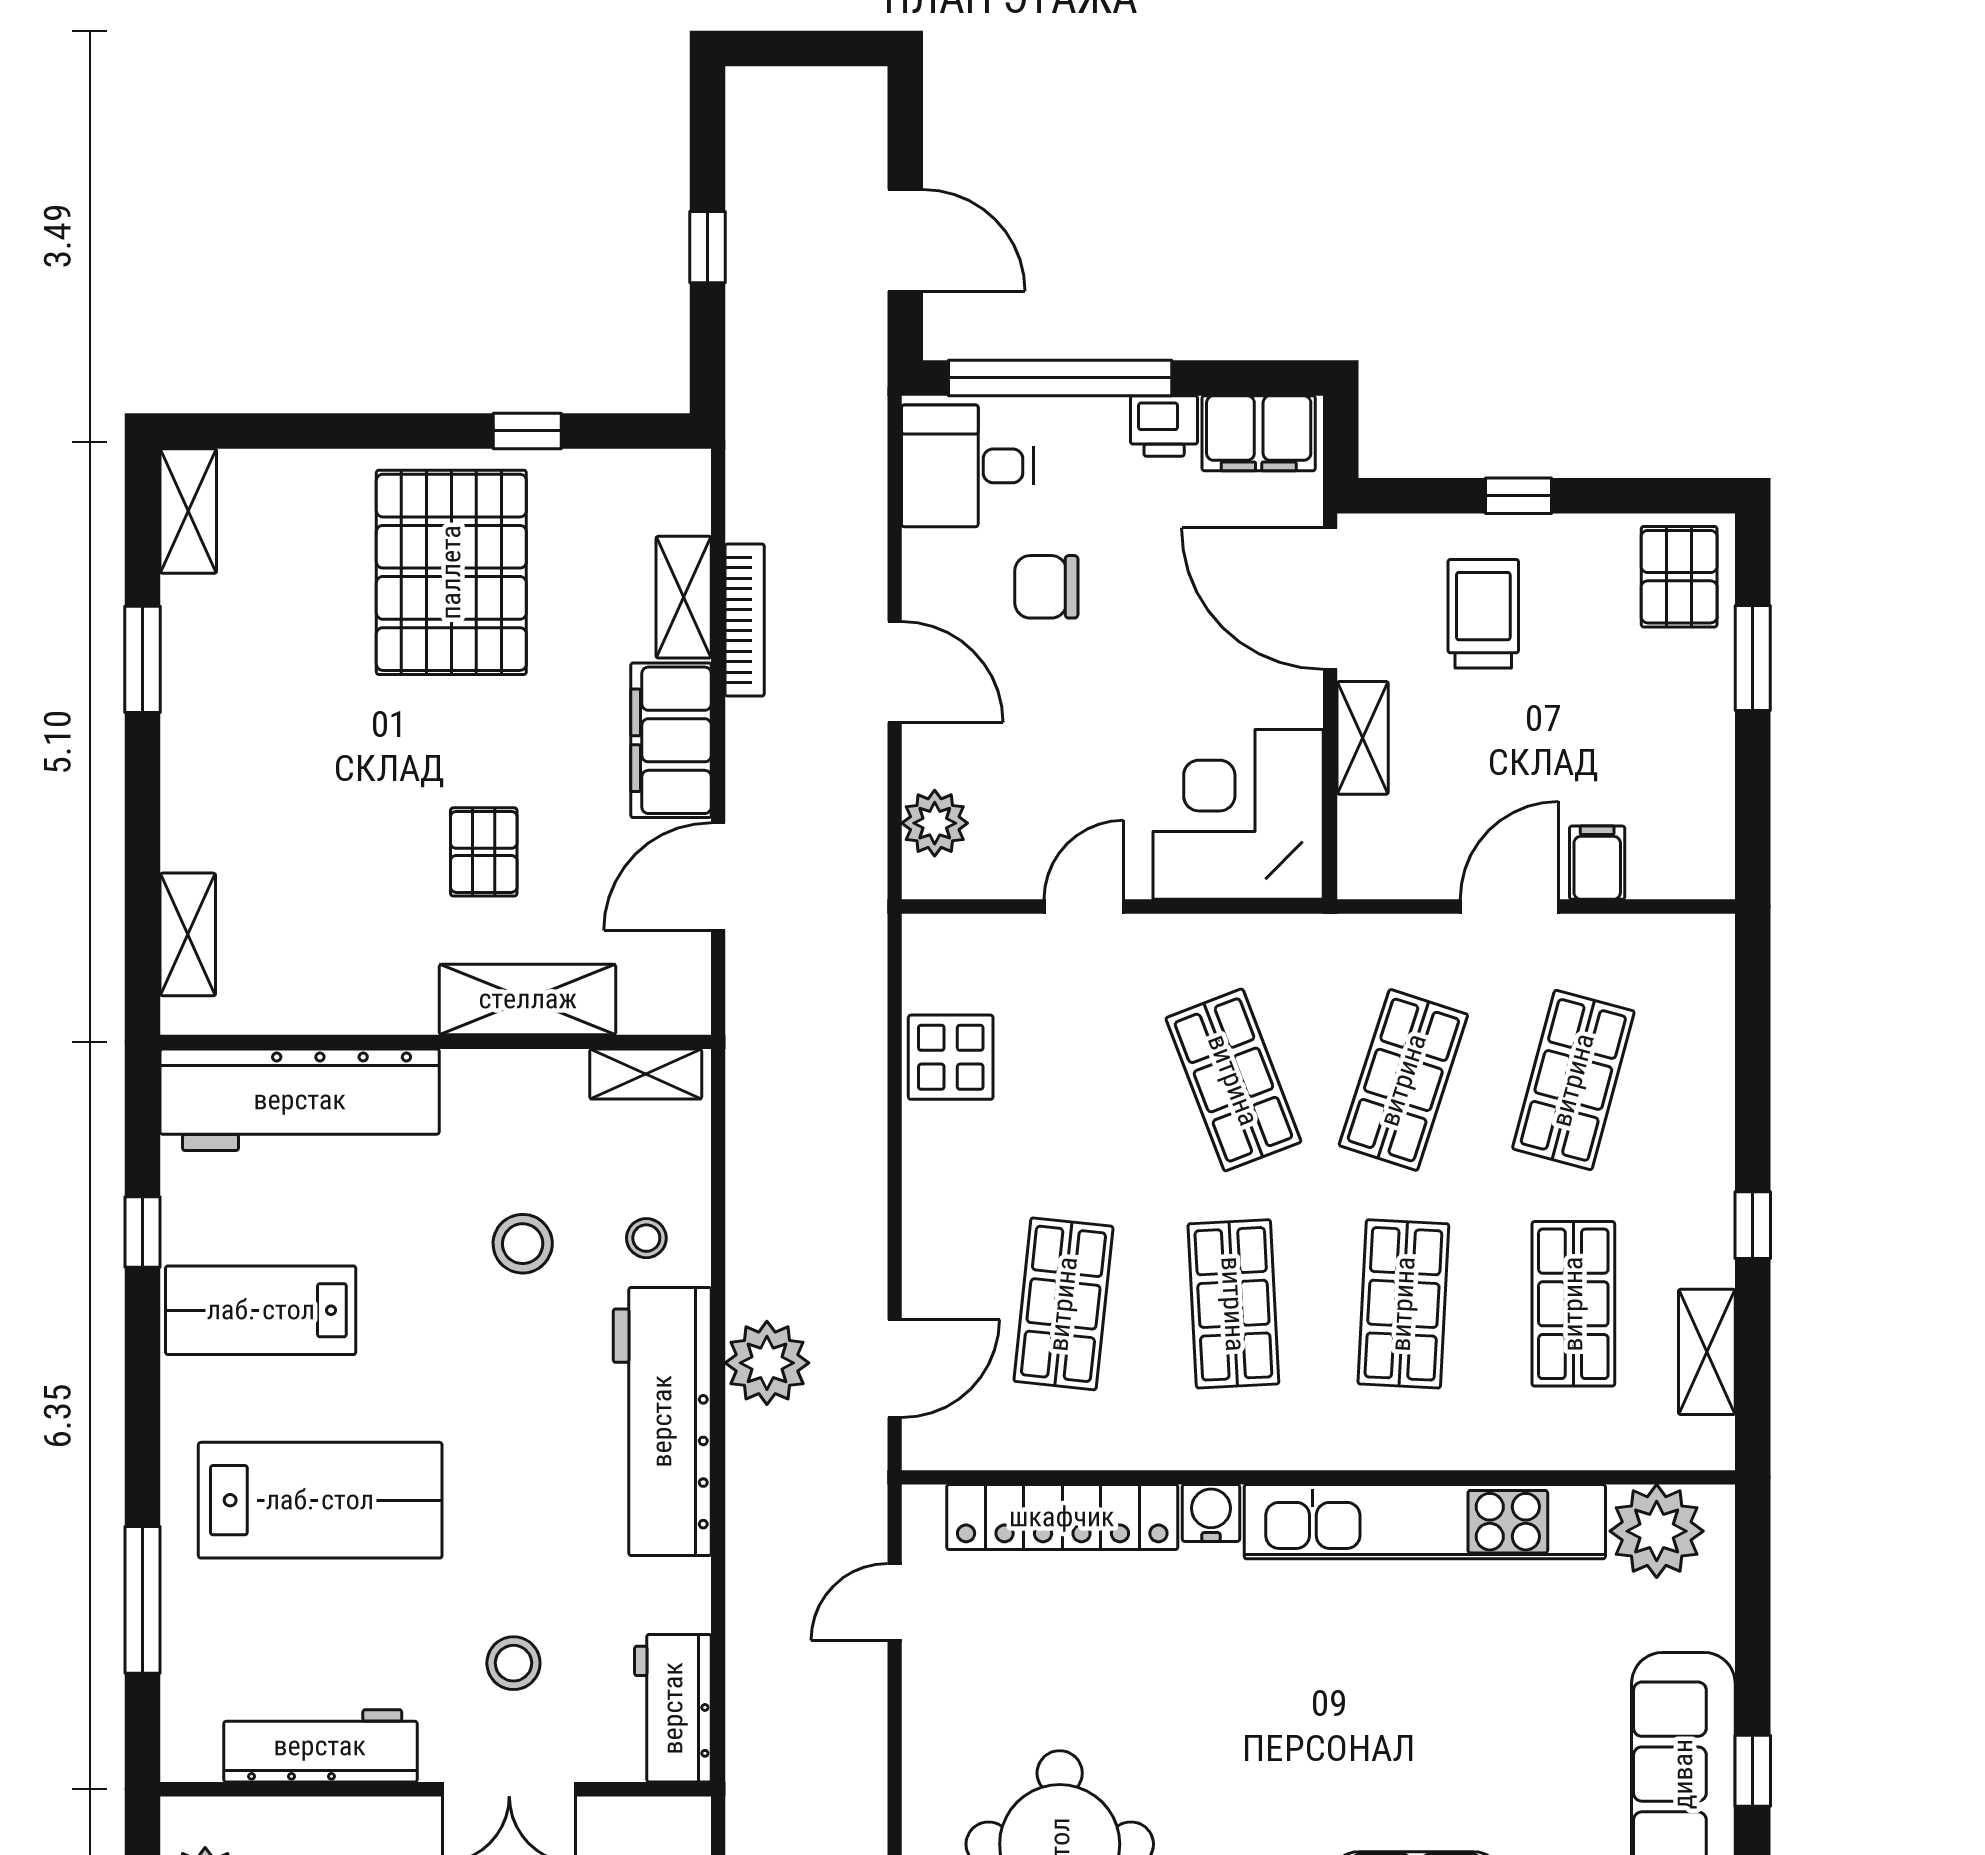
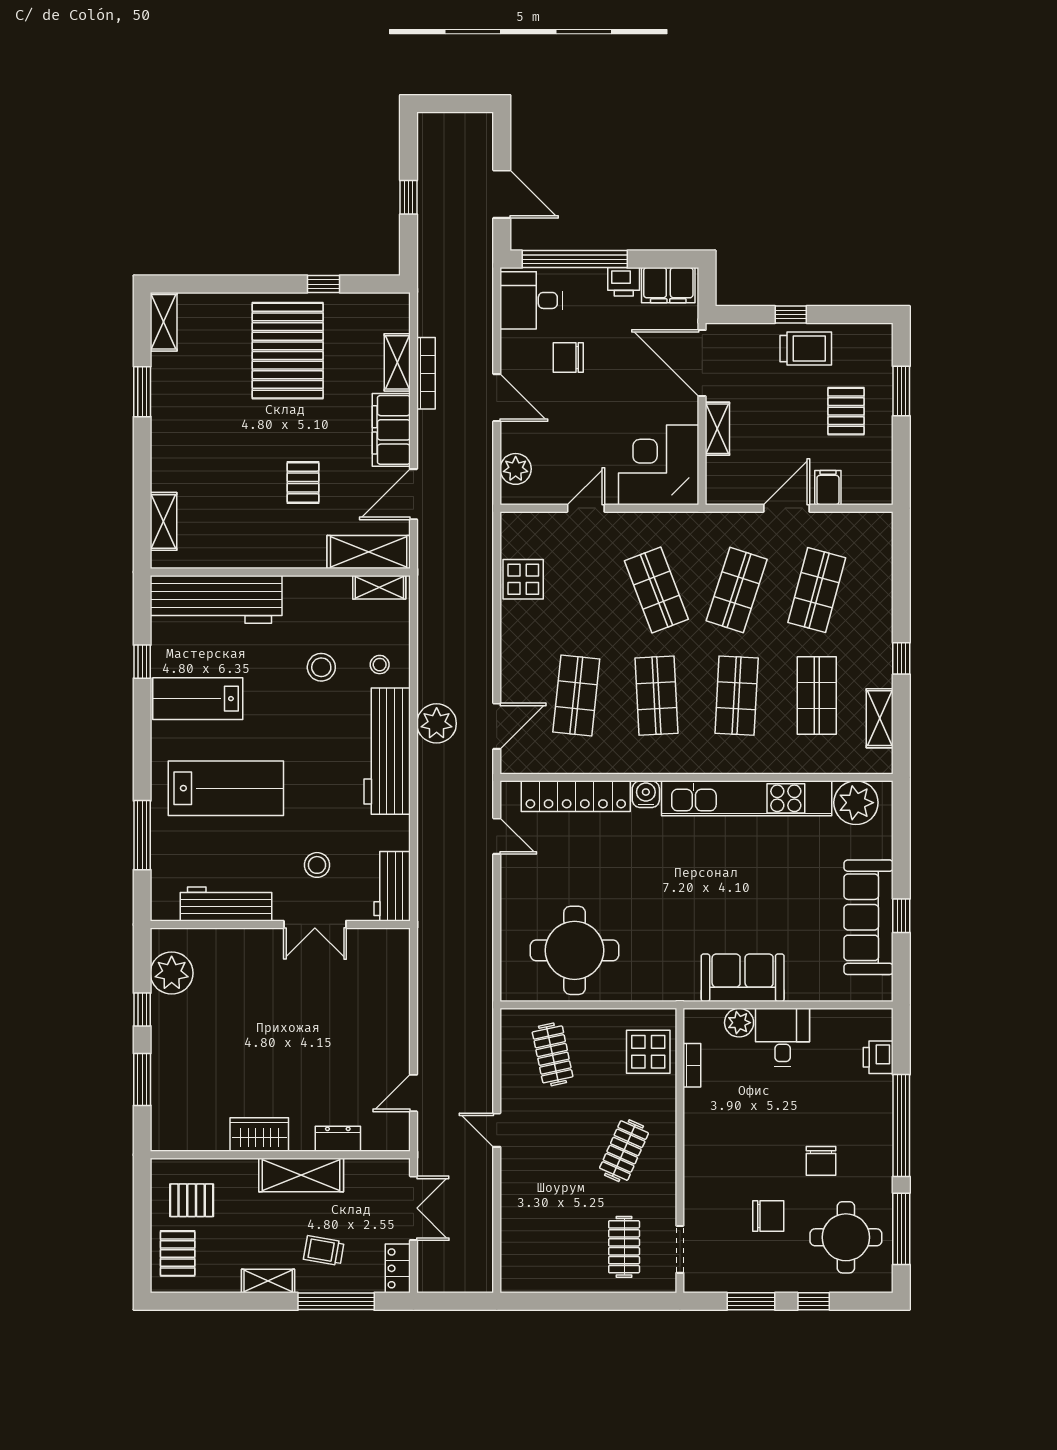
pallet: (1679, 577) -> (846, 411), moved
trolley: (1483, 614) -> (806, 349), moved, turned 90
shelving: (528, 999) -> (369, 552), moved
door: (895, 1602) -> (497, 836), swing flipped

